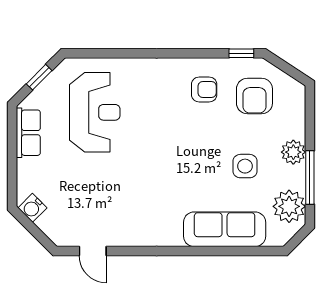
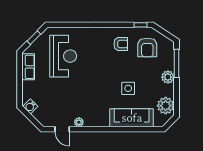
side table: (245, 166) -> (128, 88), moved
window: (310, 177) -> (177, 63), moved
plant: (125, 238) -> (79, 122), added

